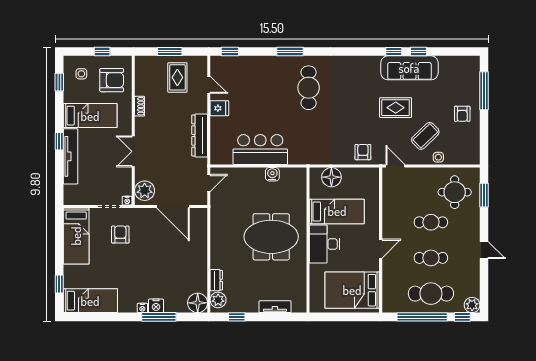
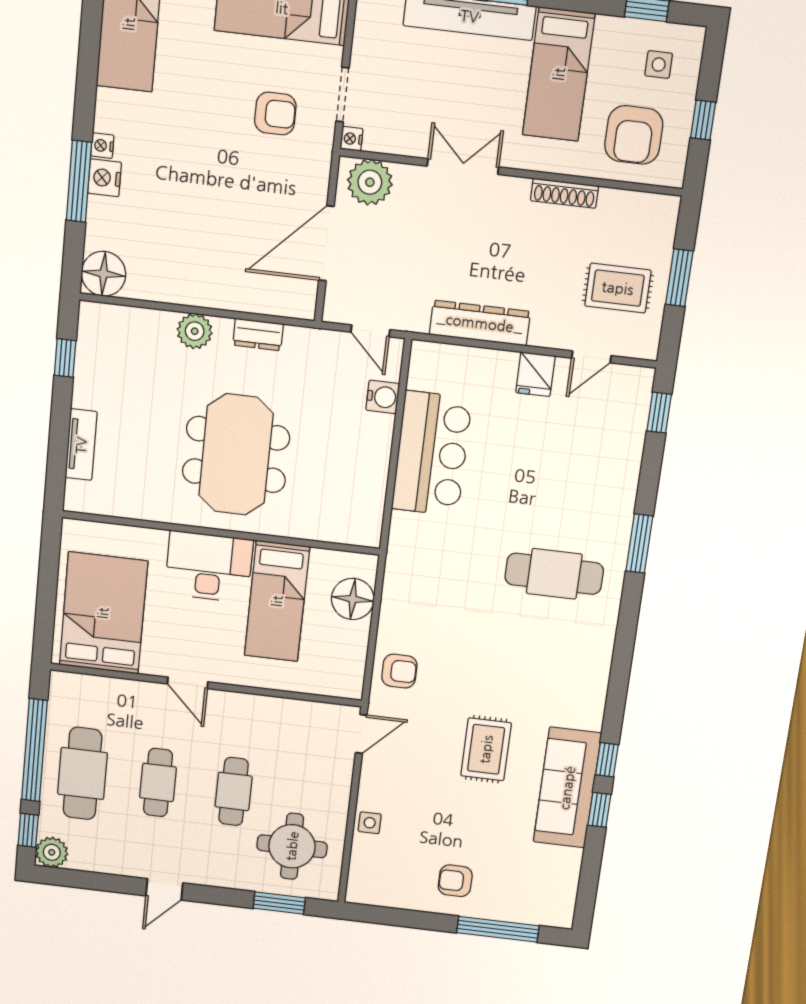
shoe rack: (140, 106) -> (564, 193), width x1.43
coffee table: (425, 136) -> (418, 802), removed
water cooler: (272, 174) -> (383, 397), moved
dresser: (216, 280) -> (258, 334), moved
plant: (218, 300) -> (195, 331), moved

